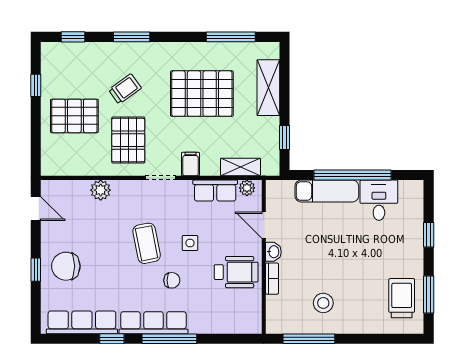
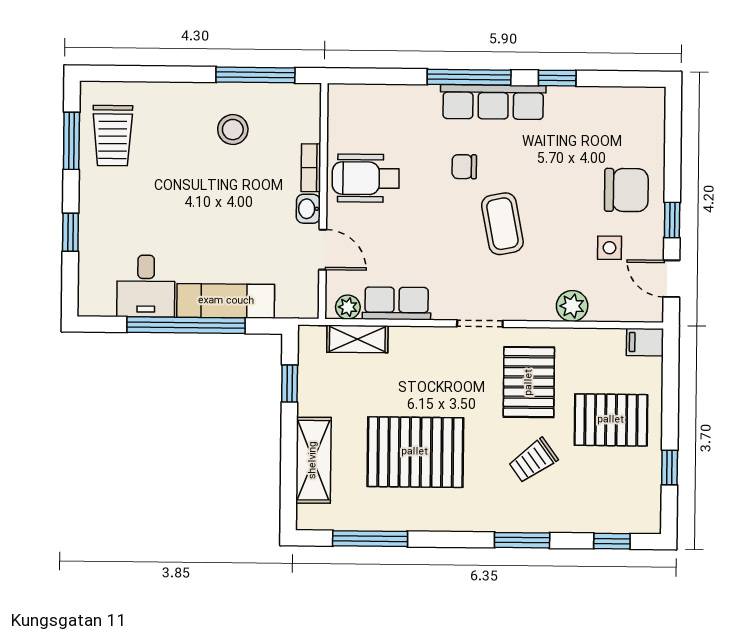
filing cabinet: (190, 164) -> (645, 342), moved, turned 90
side table: (190, 243) -> (609, 248), moved
window: (36, 270) -> (672, 220), moved
row of seats: (82, 322) -> (603, 104), removed

